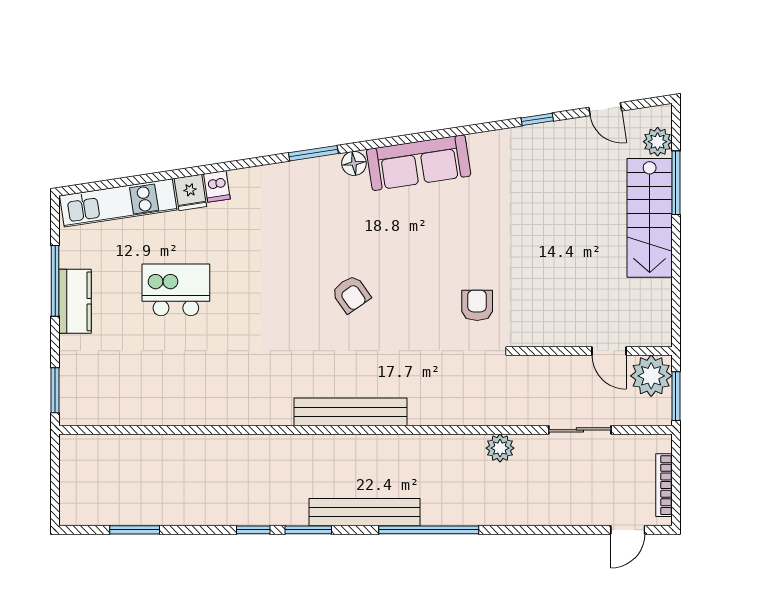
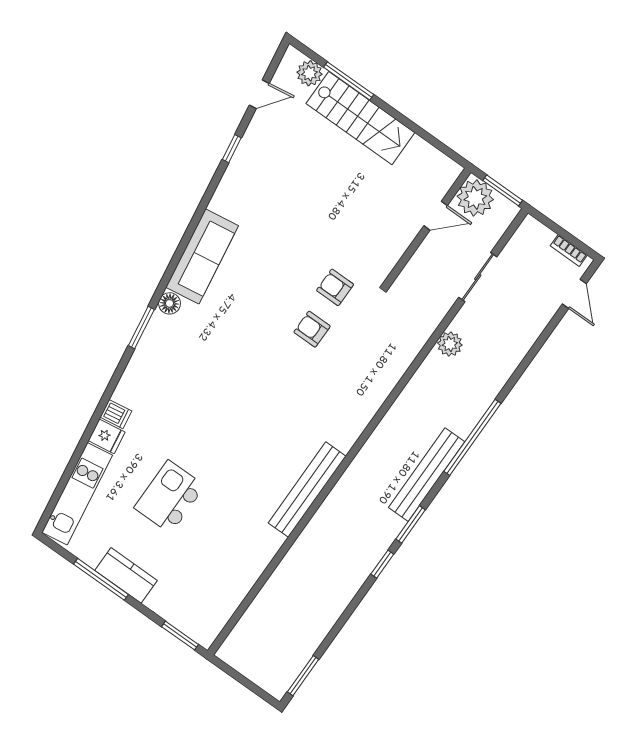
armchair: (351, 294) -> (312, 329), moved, turned -145
bench: (350, 412) -> (307, 490), moved
bookcase: (664, 485) -> (569, 250), width x0.64
window: (135, 530) -> (303, 676), moved

